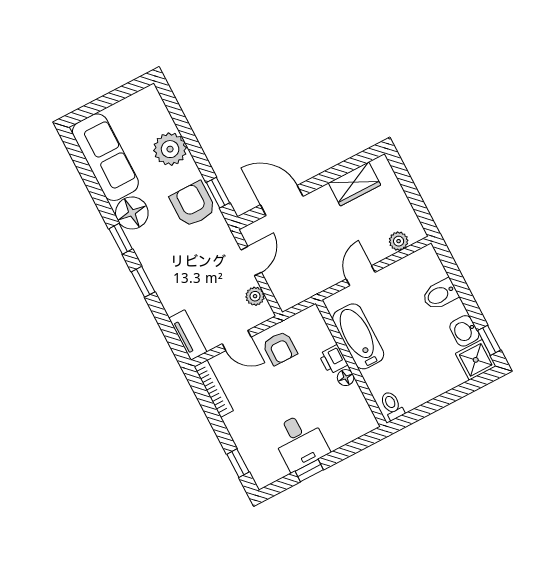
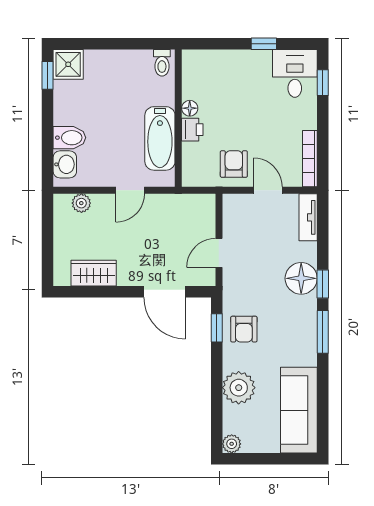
armchair: (193, 204) -> (244, 329), width x0.72, depth x0.72
floor lamp: (132, 213) -> (301, 278), moved
window: (121, 239) -> (323, 332), width x1.50
plant: (255, 296) -> (232, 444), moved
washbasin: (464, 331) -> (65, 164), moved
desk: (300, 441) -> (295, 73), moved

